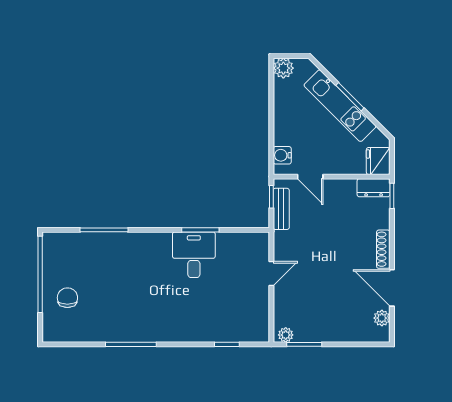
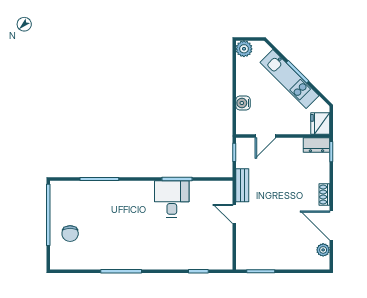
water cooler: (282, 155) -> (243, 103), moved
door: (310, 177) -> (266, 136), hinge flipped
bench: (281, 209) -> (242, 185), moved
shoe rack: (383, 249) -> (324, 195), width x0.70
door: (271, 273) -> (234, 214), swing flipped
chair: (67, 298) -> (70, 234), turned 180
plant: (286, 335) -> (246, 264), removed

